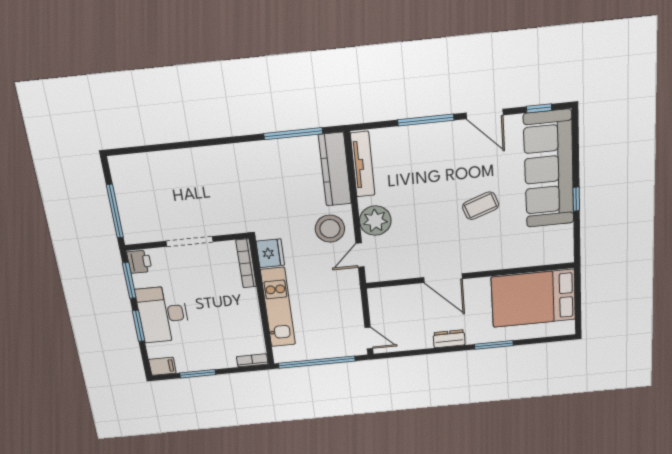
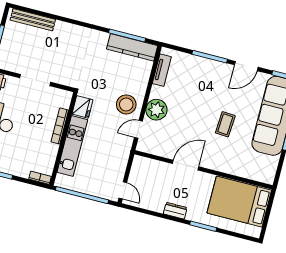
door: (485, 114) -> (246, 66), hinge flipped
bench: (148, 161) -> (33, 20), added
tv unit: (363, 164) -> (162, 70), width x0.71
kitchen counter: (335, 169) -> (132, 47), moved, turned -90
coffee table: (481, 206) -> (225, 124), turned -66
bookcase: (246, 263) -> (60, 126), moved
door: (443, 278) -> (186, 165), swing flipped

